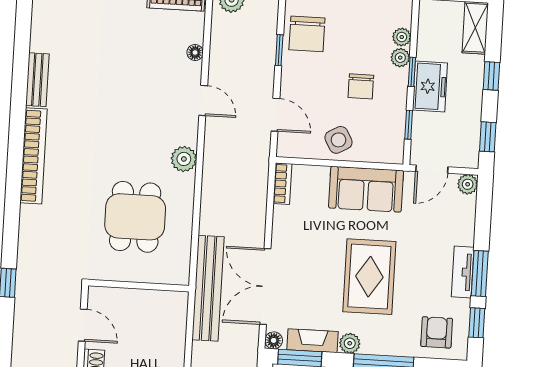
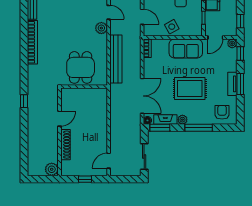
plant: (184, 159) -> (101, 28), moved
rug: (369, 277) -> (190, 89), turned 90
wall: (139, 286) -> (84, 87), moved
double door: (265, 286) -> (142, 96), swing flipped
bench: (208, 288) -> (116, 59), moved
window: (477, 323) -> (240, 54), moved
door: (83, 325) -> (60, 119), hinge flipped

